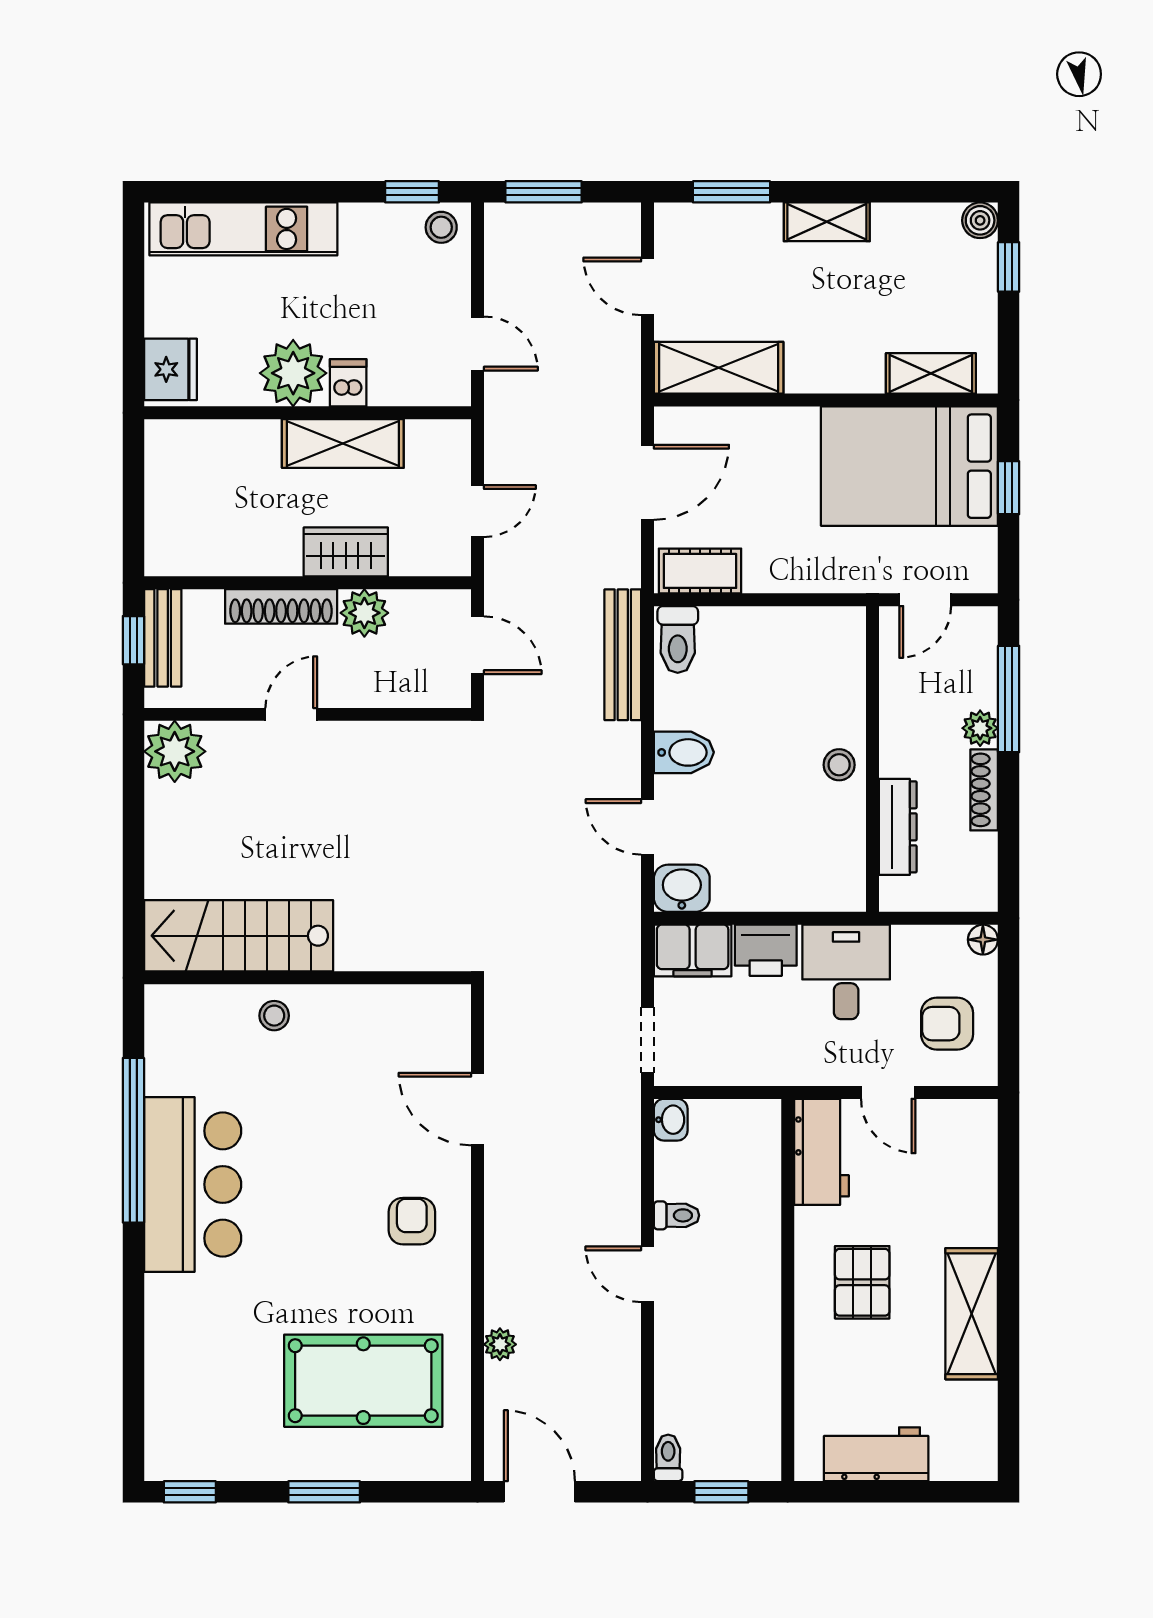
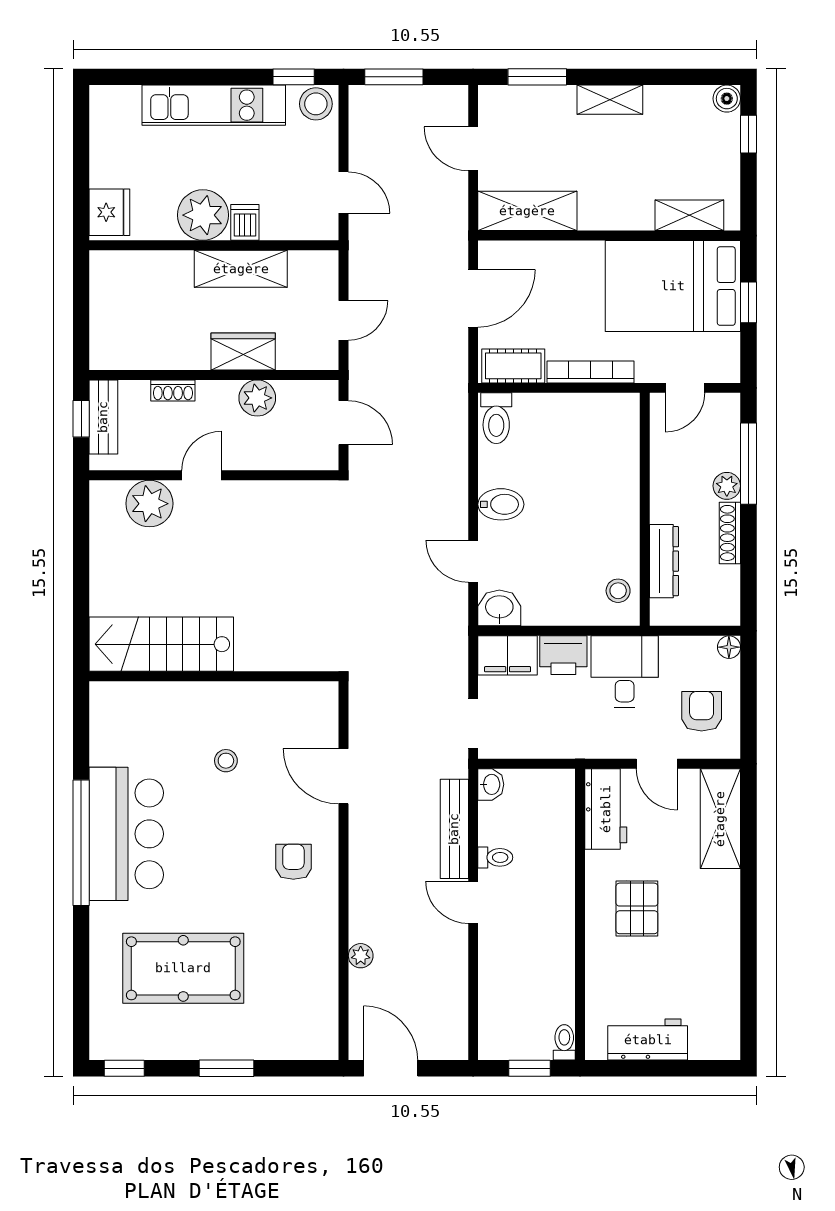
stool: (441, 227) -> (316, 104), width x1.37, depth x1.37
kitchen unit: (243, 229) -> (214, 105), moved
bookcase: (801, 579) -> (591, 372), added
shoe rack: (281, 606) -> (173, 390), width x0.51, depth x0.81
bench: (623, 655) -> (454, 829), moved
plant: (175, 751) -> (149, 504), moved
stool: (839, 765) -> (618, 591), moved
stool: (274, 1016) -> (226, 761), moved
armchair: (947, 1024) -> (702, 711), turned 90
window: (133, 1140) -> (81, 843), moved
shelving: (972, 1314) -> (720, 819), moved
pool table: (363, 1381) -> (183, 968), moved
toilet: (668, 1458) -> (564, 1042), moved

